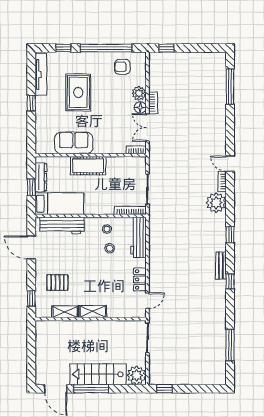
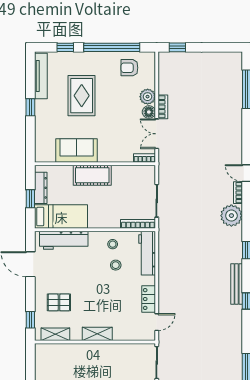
bench: (221, 266) -> (237, 284), width x1.36
shelving: (65, 312) -> (55, 334), moved

